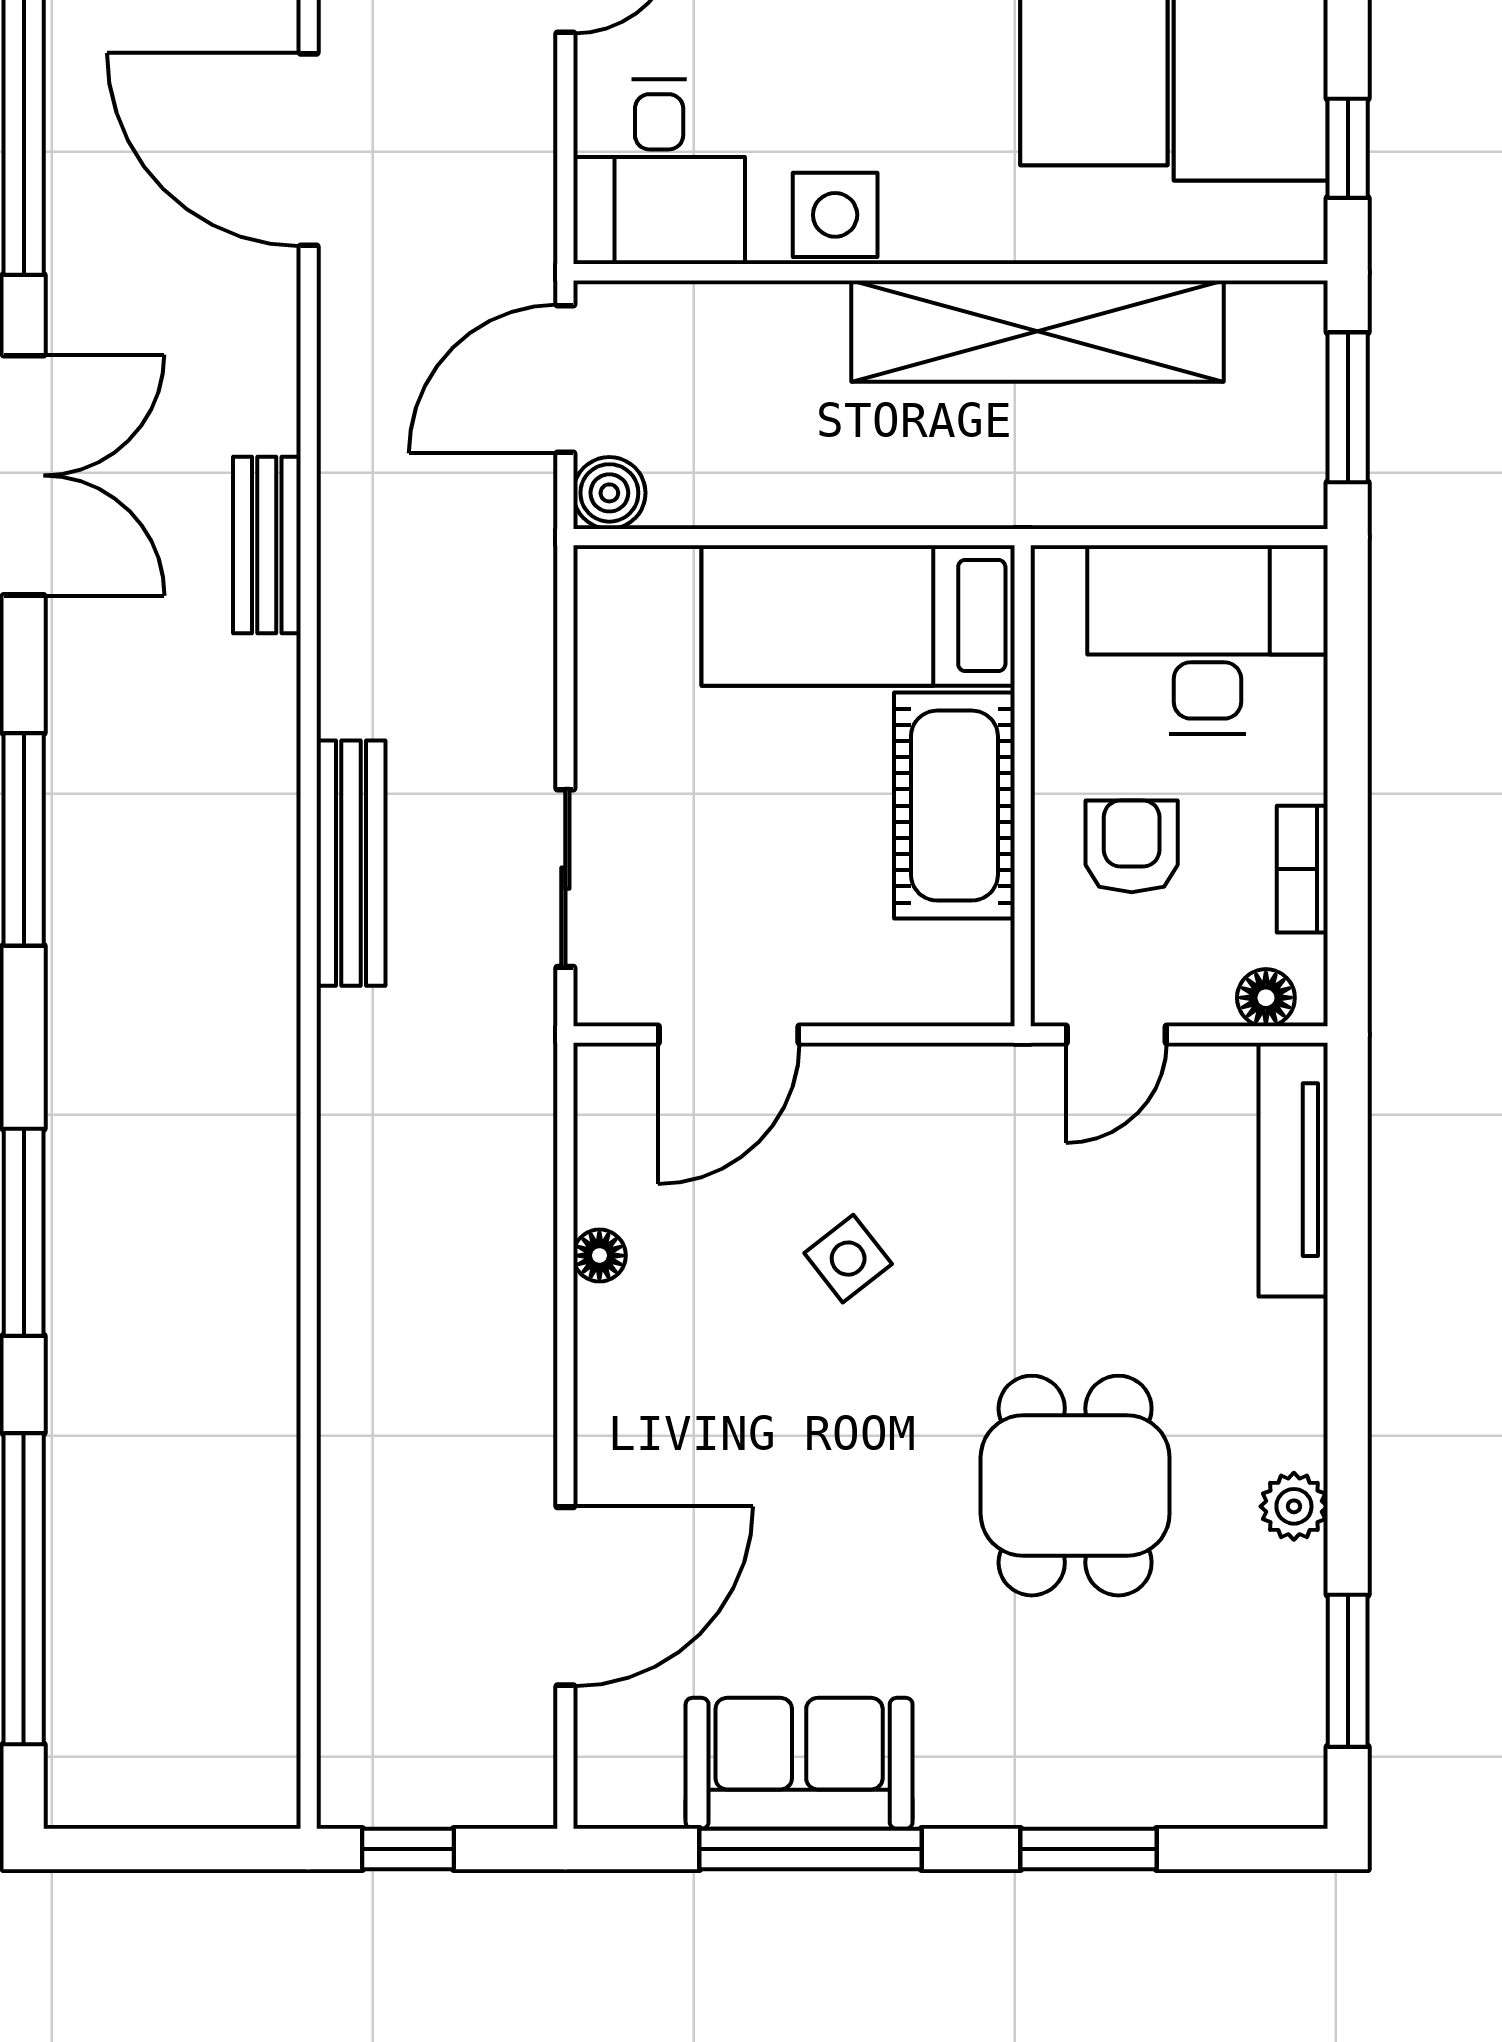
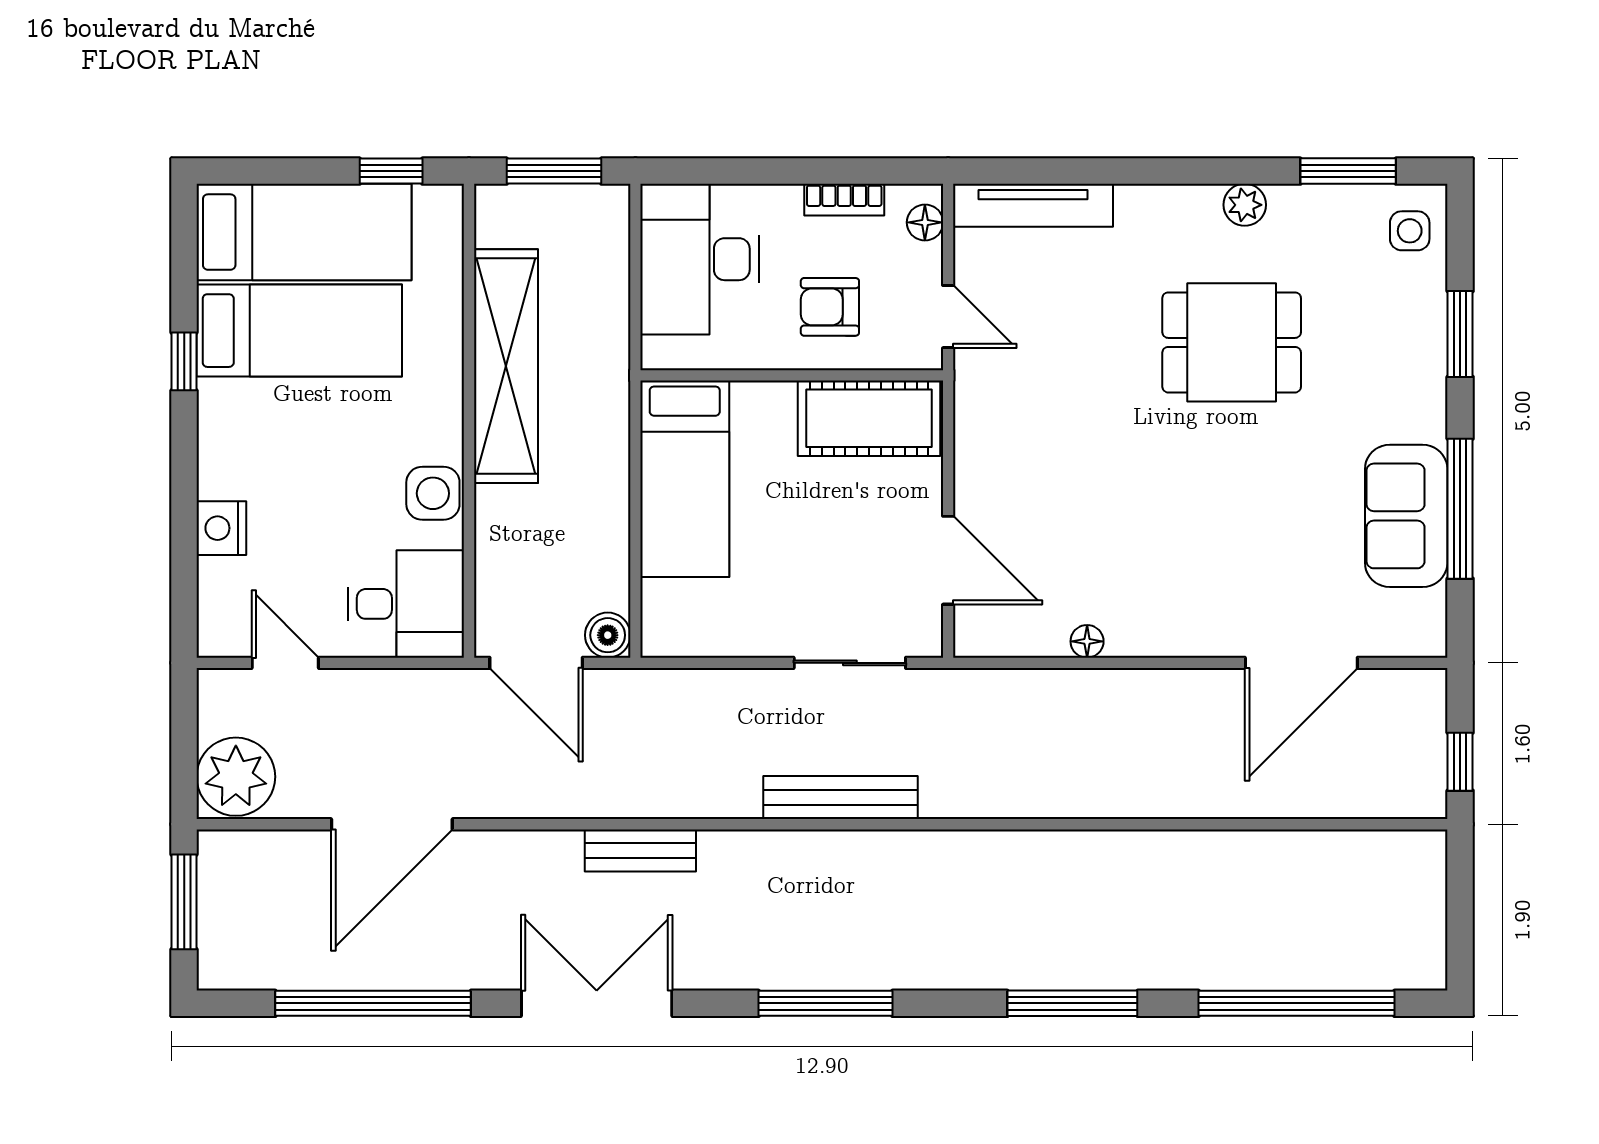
cot: (954, 806) -> (869, 418), moved
side table: (848, 1259) -> (1410, 231), moved, turned 38
door: (565, 1596) -> (1301, 663), swing flipped

